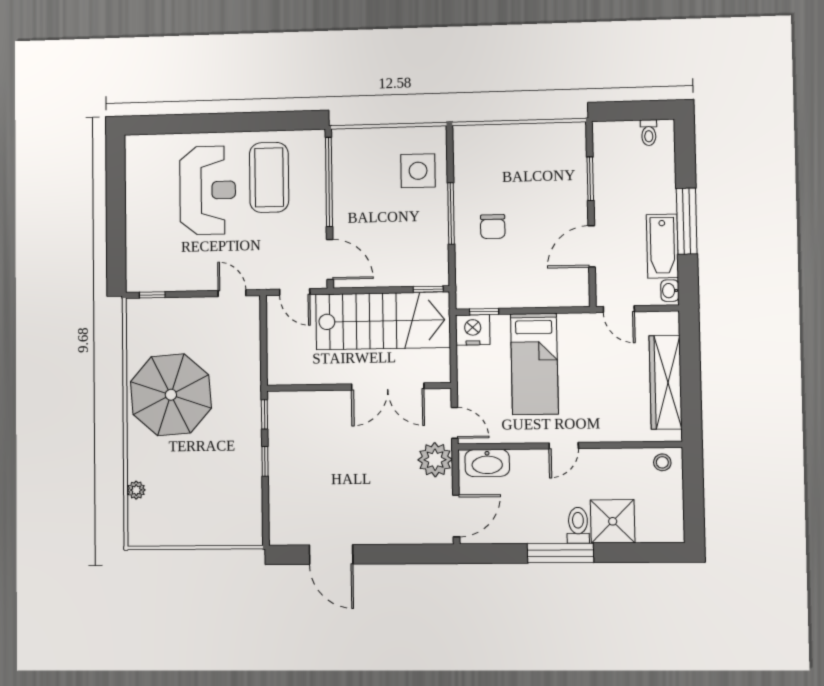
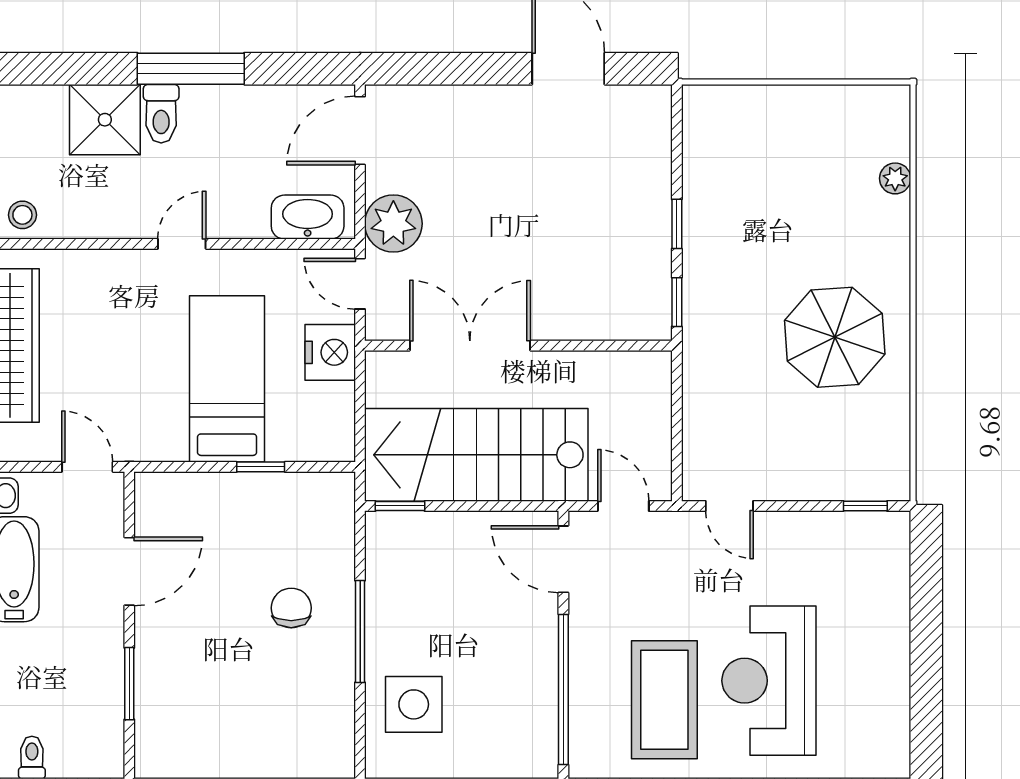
window: (484, 312) -> (261, 467), moved
nightstand: (473, 330) -> (330, 352), moved, turned -90
parasol: (171, 395) -> (835, 337), width x0.73, depth x0.73

